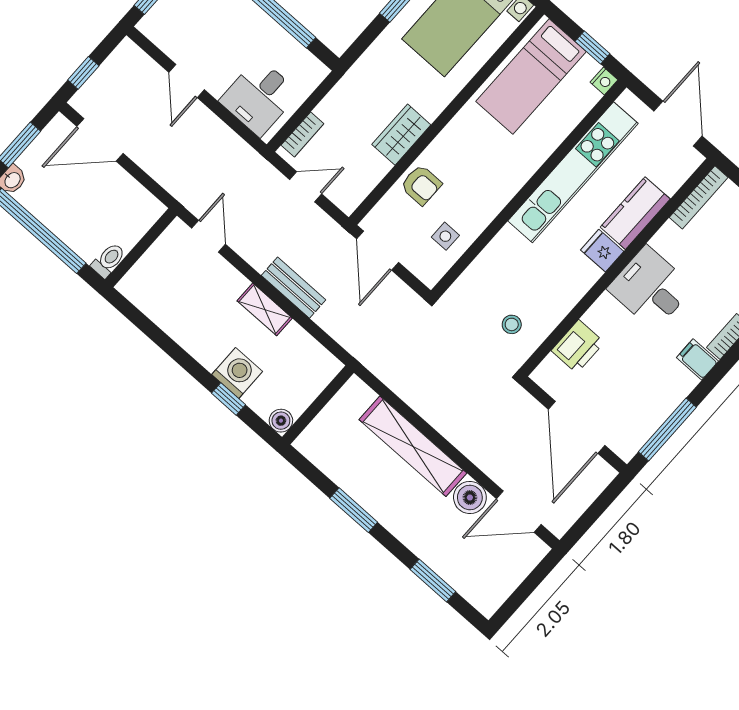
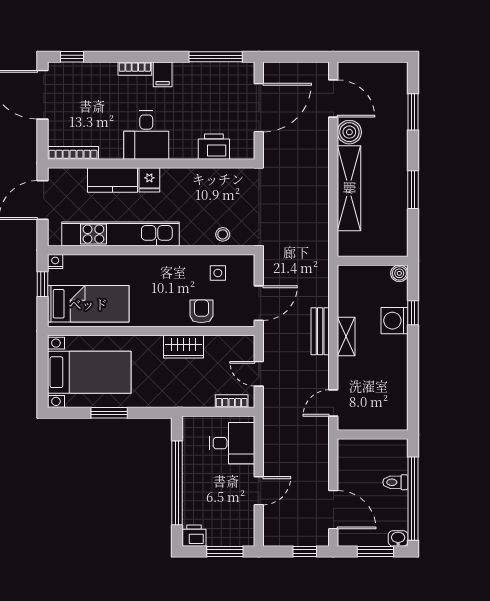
toilet: (108, 260) -> (395, 482), moved
stool: (512, 324) -> (223, 234), moved

